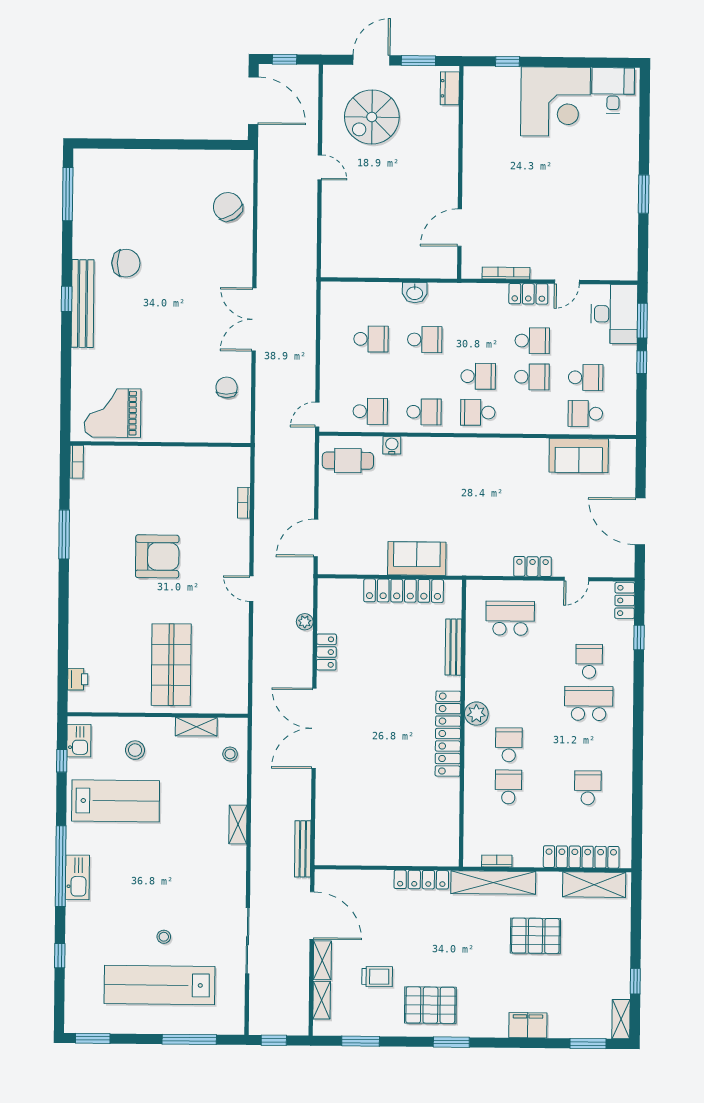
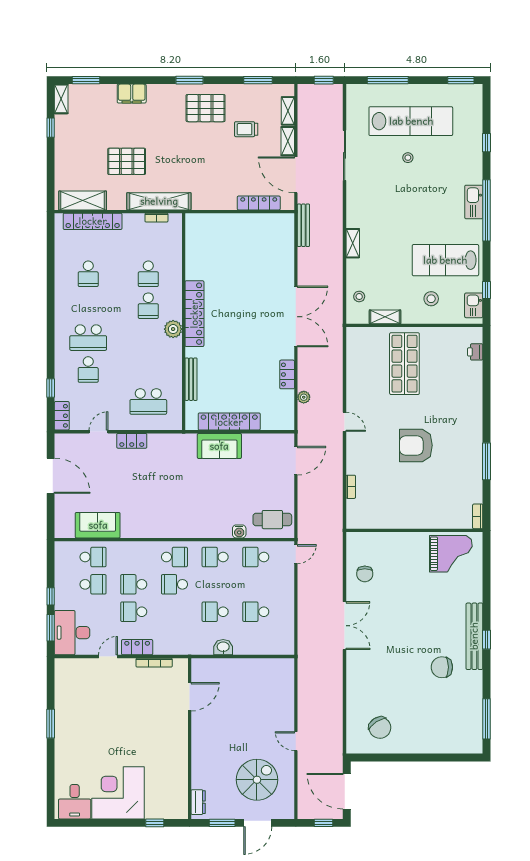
chair: (228, 207) -> (380, 728), moved
school desk: (586, 377) -> (93, 584), turned 180
locker: (421, 880) -> (259, 203), moved

